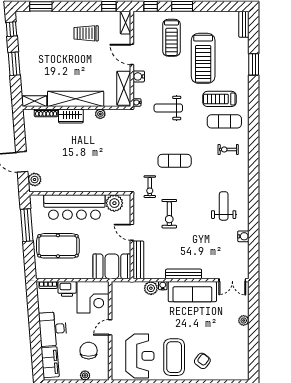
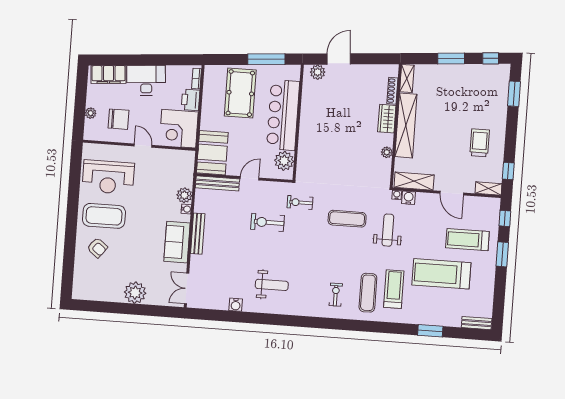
door: (132, 54) -> (452, 193), swing flipped
water cooler: (139, 76) -> (409, 198), moved
exercise mat: (175, 161) -> (347, 219), moved, turned 90
sofa: (192, 292) -> (177, 242), width x0.73
plant: (244, 320) -> (135, 293), width x1.87, depth x1.87

